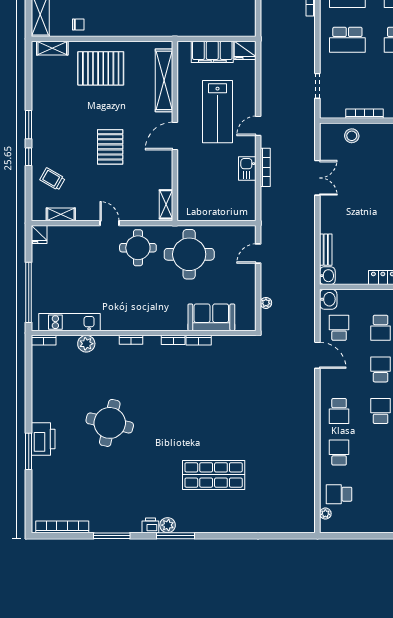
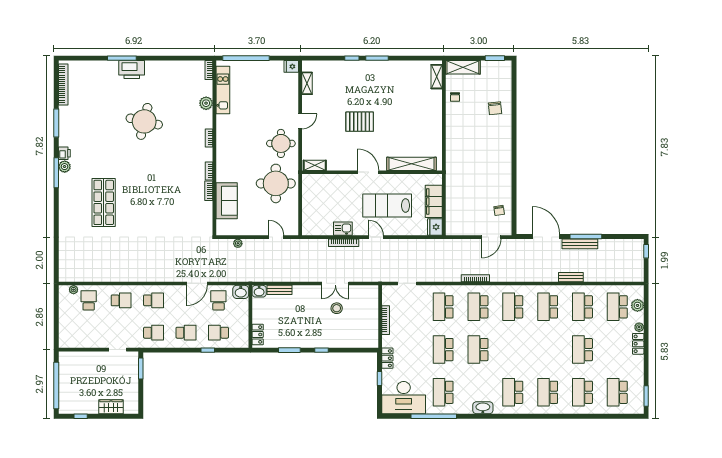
pallet: (101, 68) -> (421, 114), removed
stool: (352, 136) -> (337, 308), moved
trolley: (52, 179) -> (335, 77), removed
school desk: (339, 328) -> (218, 300), turned -90
school desk: (339, 411) -> (154, 300), turned 180

